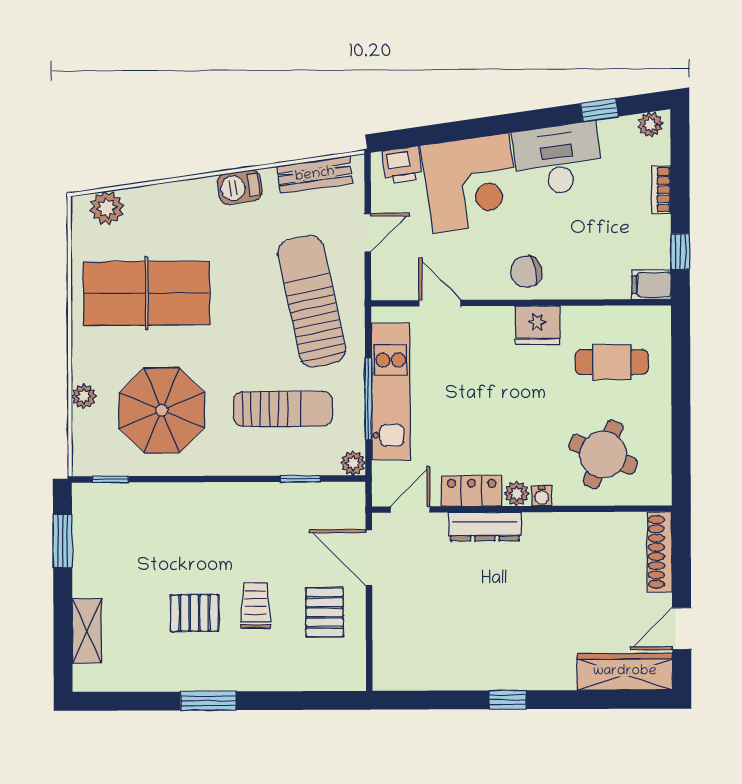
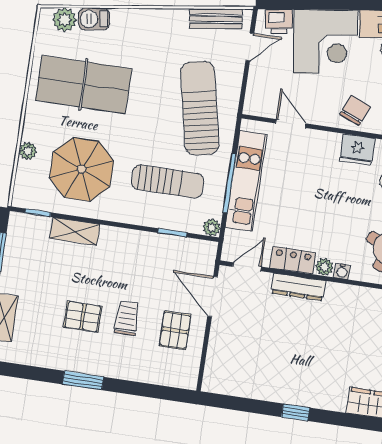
barbecue: (240, 187) -> (94, 19), moved
door: (368, 233) -> (250, 47), moved
chair: (526, 272) -> (355, 111), turned 126
shelving: (166, 497) -> (75, 231), added

